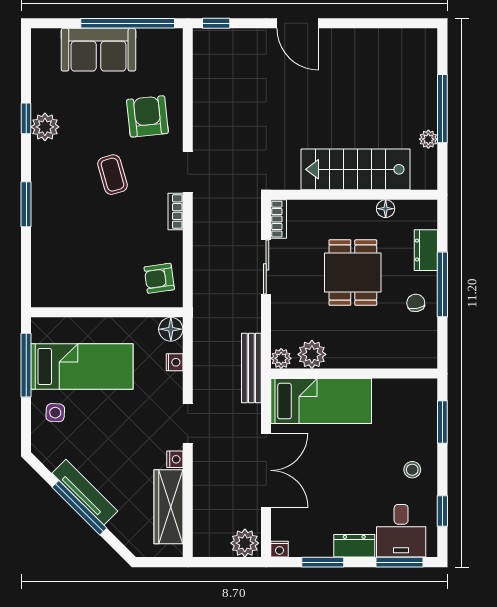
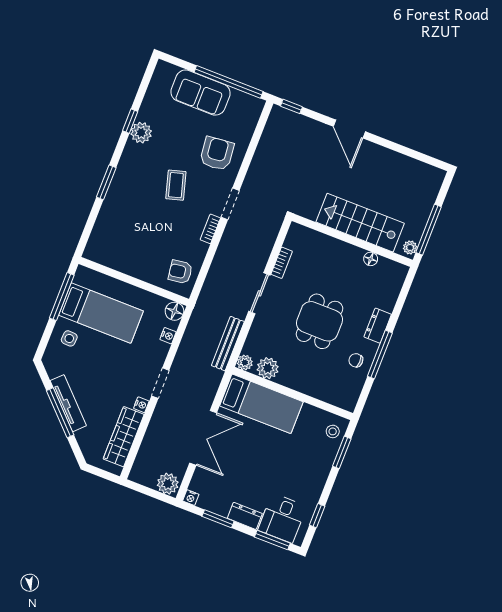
stairs: (355, 169) -> (360, 223), moved
wall: (354, 195) -> (352, 240), moved
floor lamp: (386, 209) -> (371, 259), moved
chair: (416, 303) -> (356, 360), turned -80
bench: (251, 368) -> (228, 344), moved
stool: (412, 470) -> (333, 431), moved

